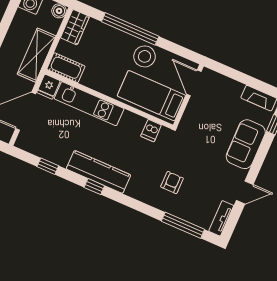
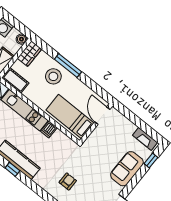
window: (130, 29) -> (68, 65), width x0.68
stool: (145, 56) -> (53, 76), moved
dishwasher: (151, 131) -> (49, 129), moved

